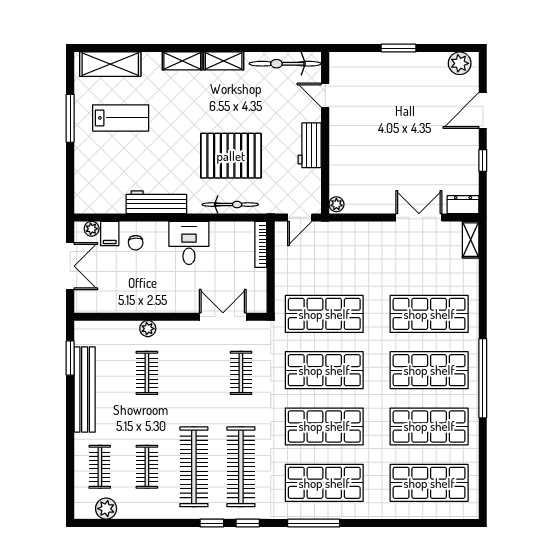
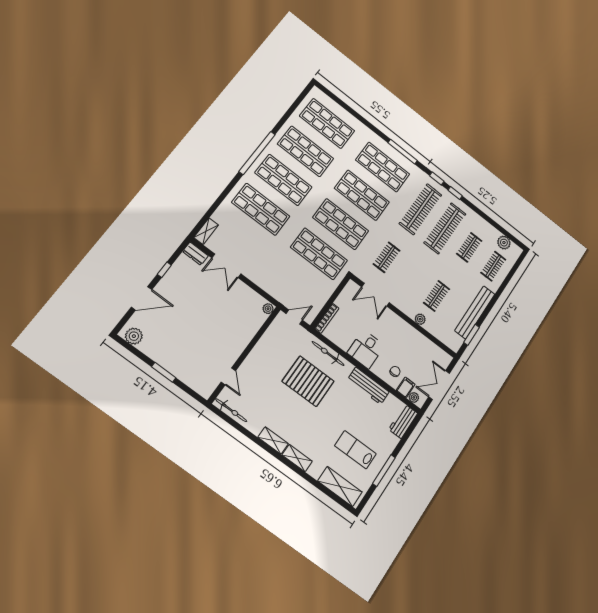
bicycle: (285, 64) -> (231, 410), width x0.73, depth x0.71
workbench: (310, 145) -> (403, 421), moved, turned 180

